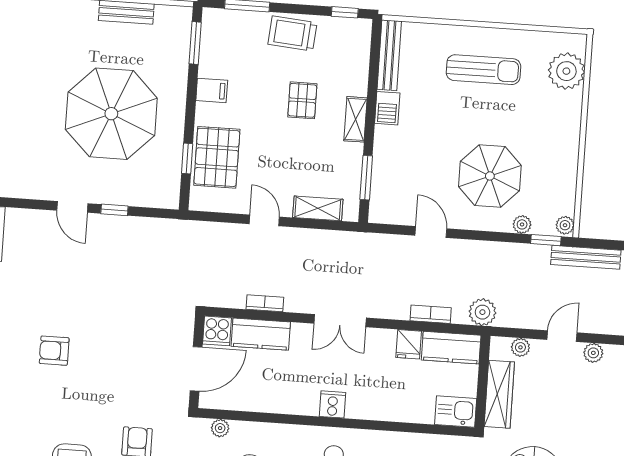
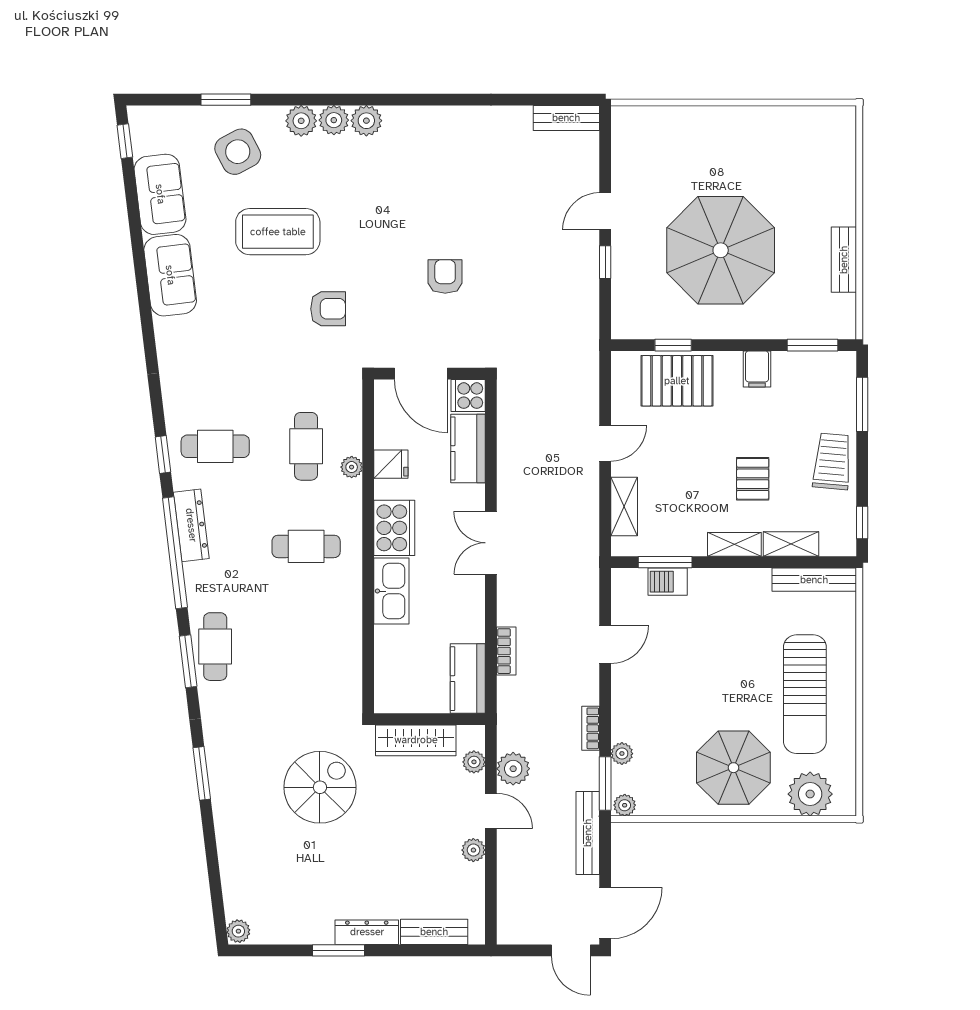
sun lounger: (483, 70) -> (805, 694), width x1.36, depth x1.34
shelving: (358, 72) -> (791, 544), added
pallet: (302, 100) -> (753, 479), turned 90
barbecue: (387, 108) -> (668, 582), moved
parasol: (490, 176) -> (733, 768), moved
window: (546, 240) -> (605, 783), width x1.50
bookcase: (265, 303) -> (591, 728), moved, turned 180
plant: (482, 312) -> (513, 769), moved
fridge: (409, 344) -> (391, 464), moved, turned 180
armchair: (54, 351) -> (445, 276), moved
cooker: (333, 404) -> (394, 528), width x1.87, depth x1.31
kitchen sink: (456, 411) -> (391, 591), moved, width x1.38
plant: (220, 428) -> (352, 467), moved

